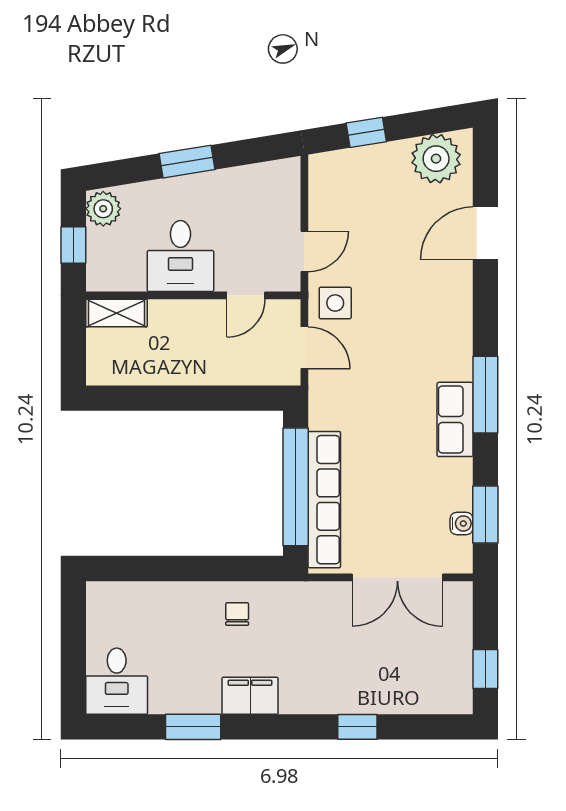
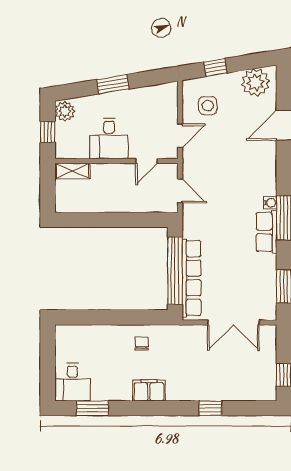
side table: (335, 303) -> (208, 106), moved
water cooler: (462, 523) -> (270, 203), moved
window: (193, 727) -> (92, 408), moved

